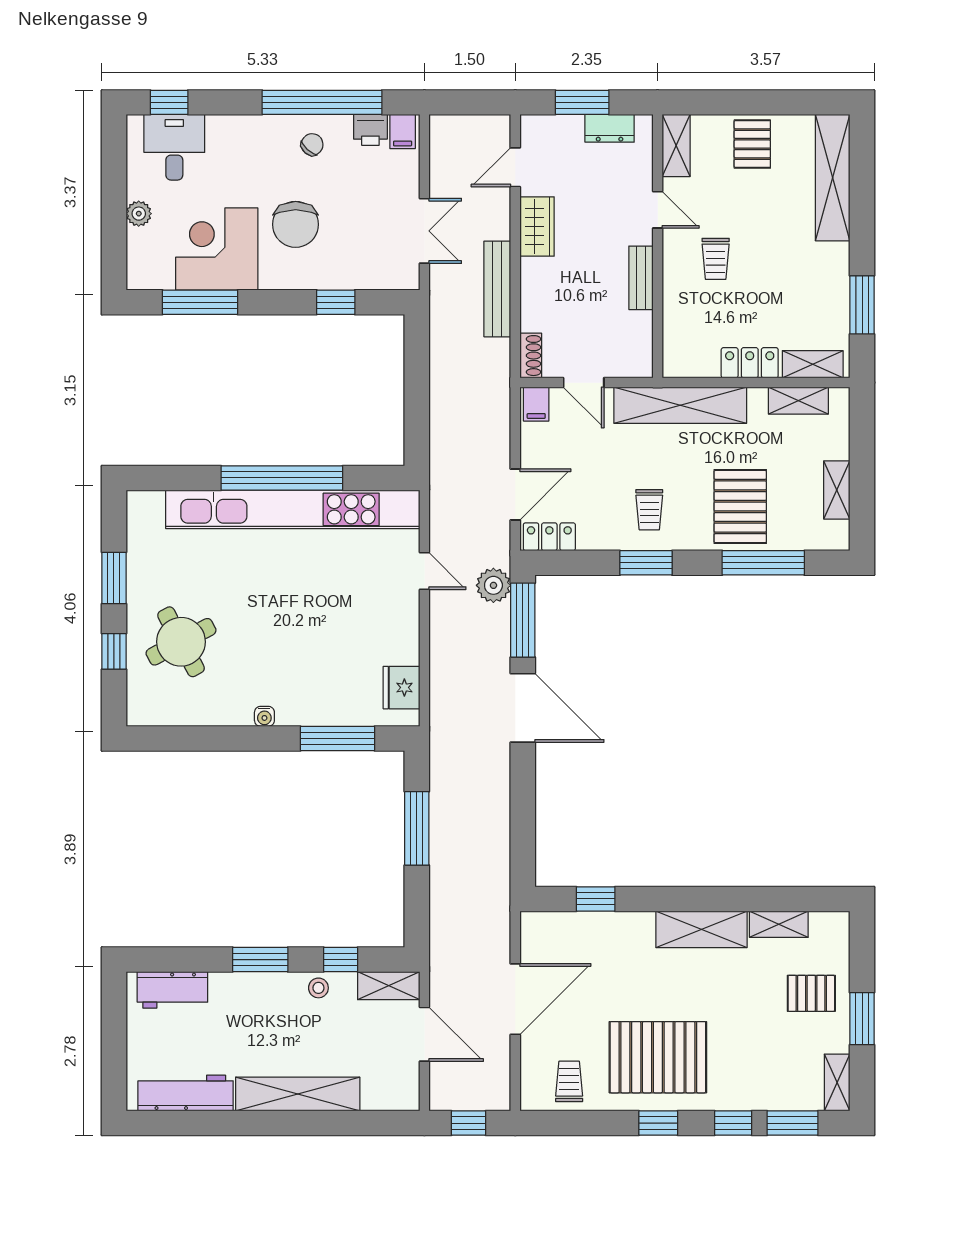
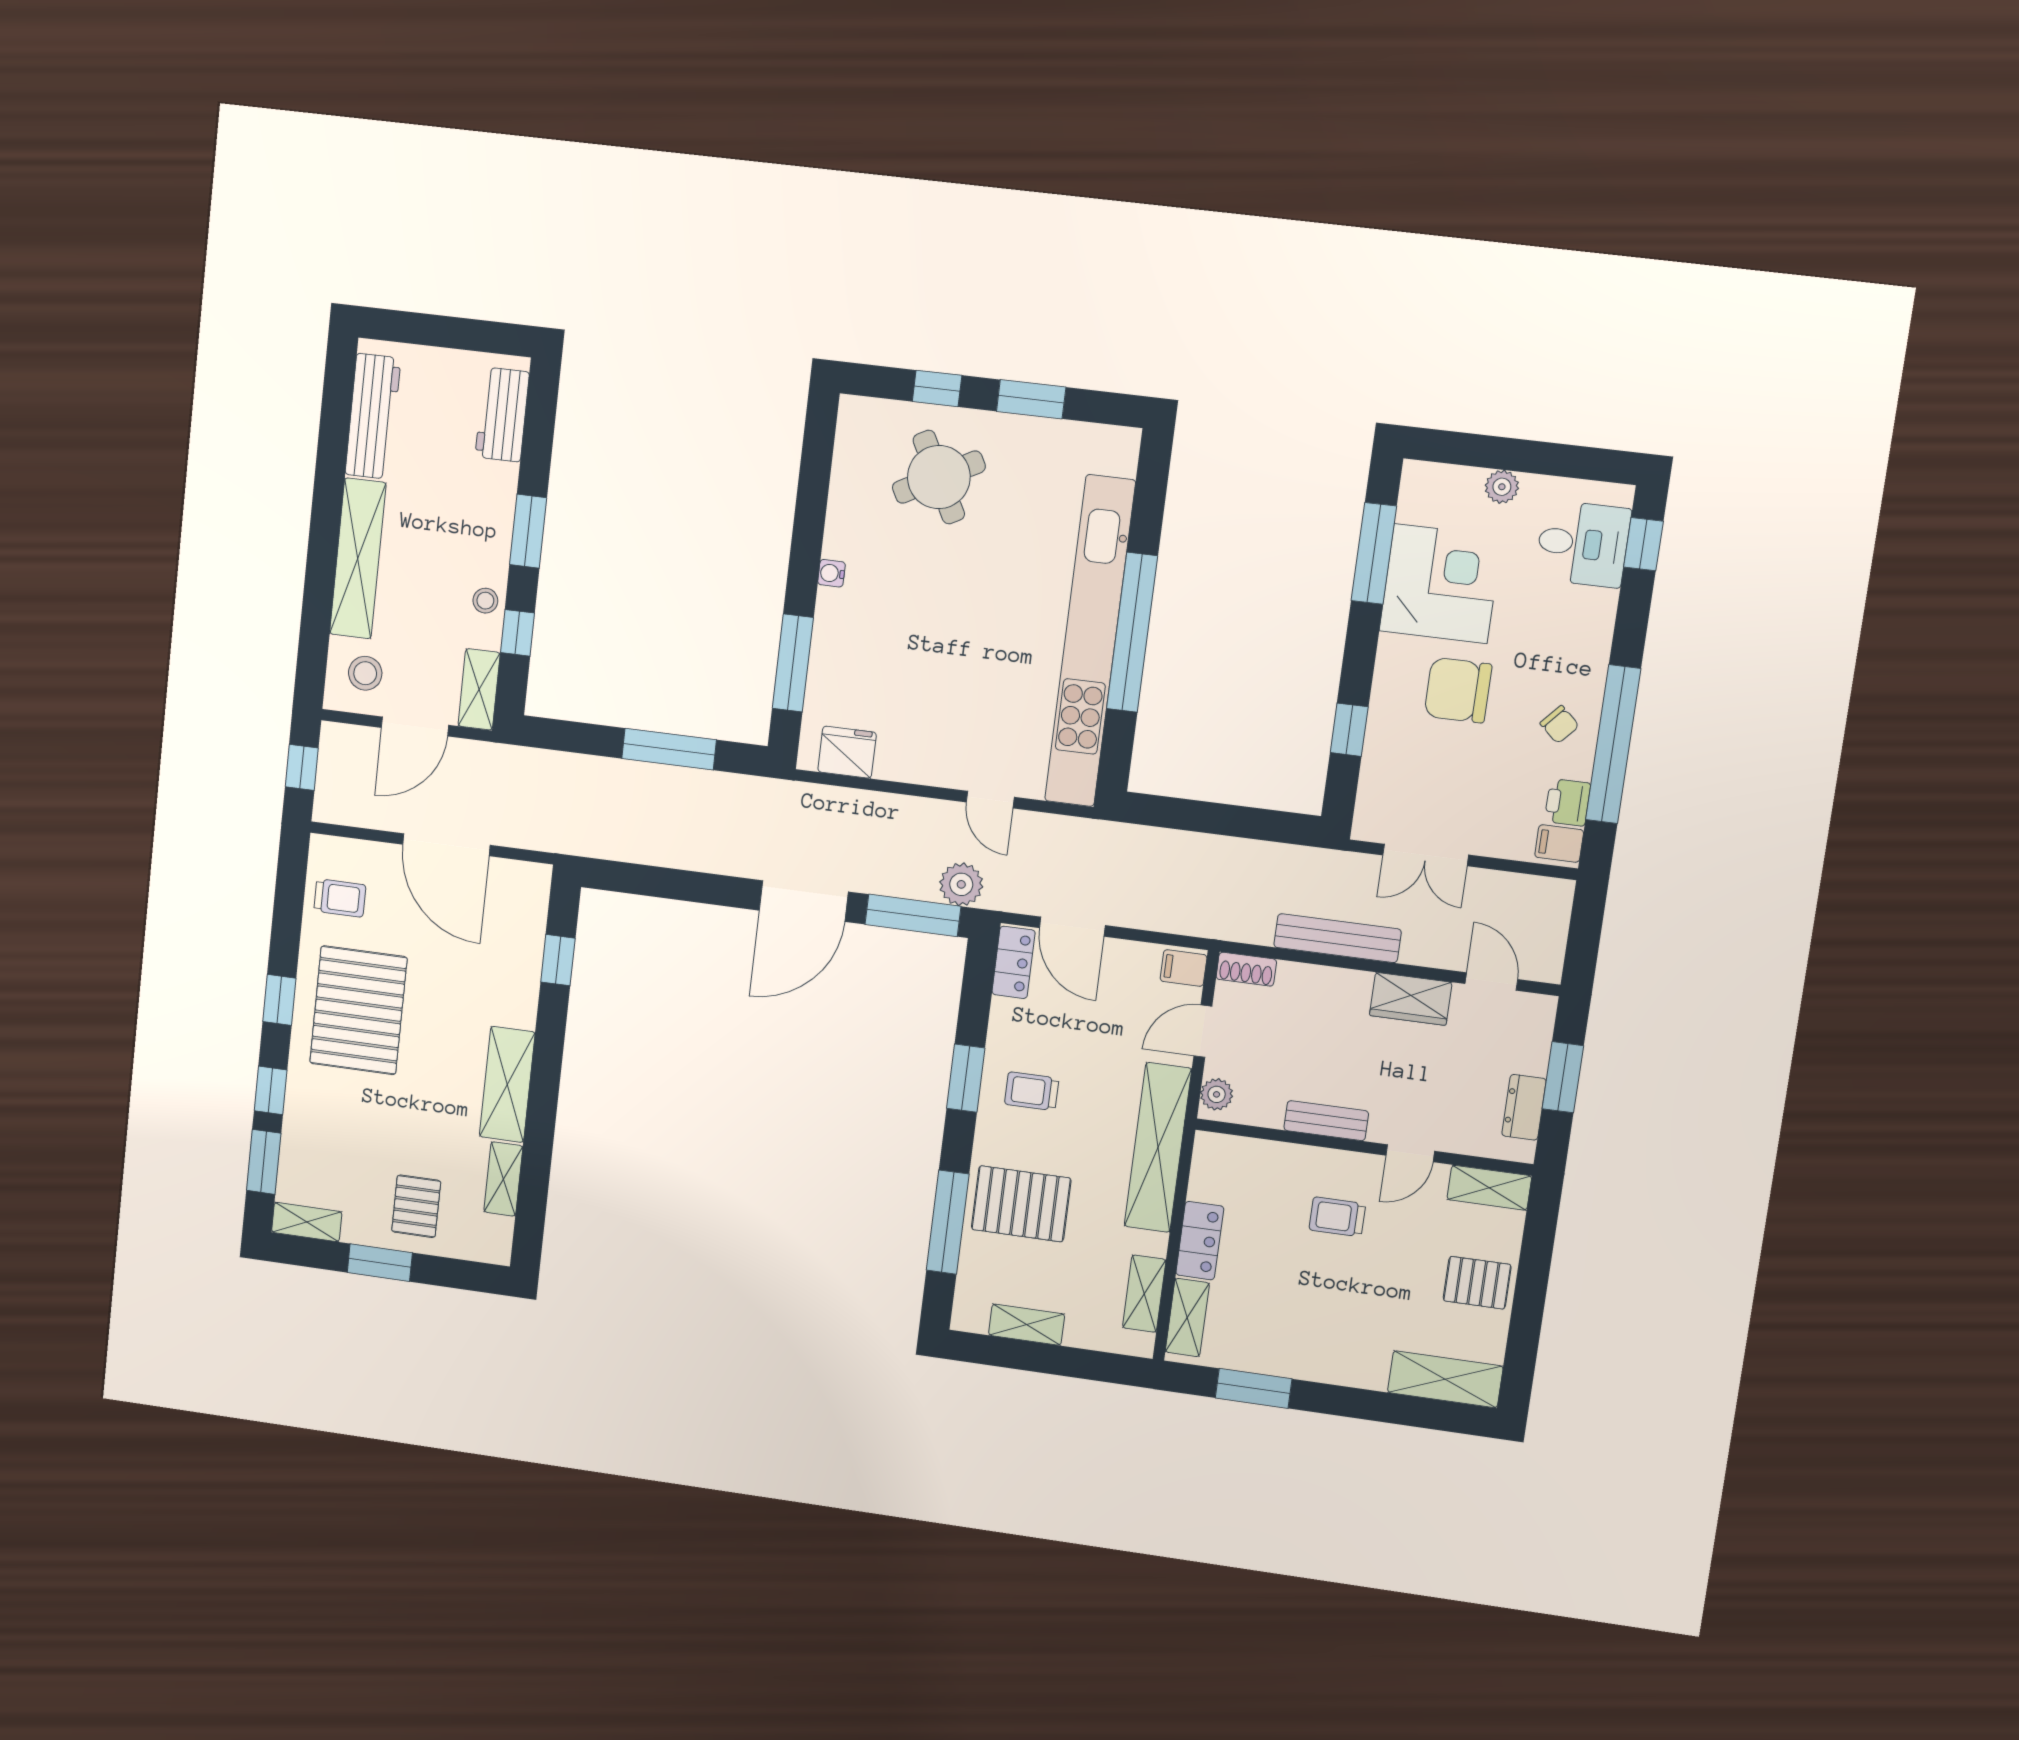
shelving: (833, 178) -> (1445, 1379), width x0.68
plant: (632, 365) -> (1217, 1094), added
door: (424, 571) -> (990, 800), hinge flipped
stool: (387, 1079) -> (365, 673), added

